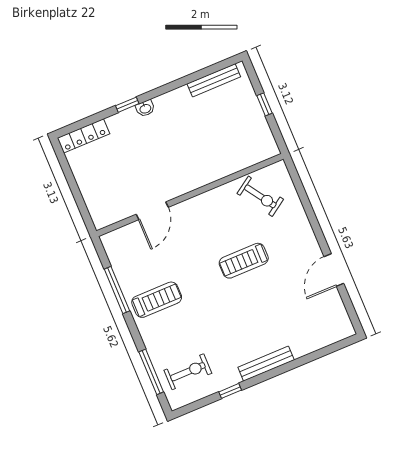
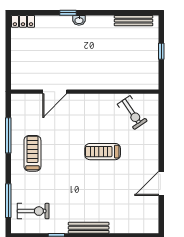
locker: (84, 136) -> (23, 21), width x0.66
treadmill: (157, 300) -> (32, 153), turned -90

